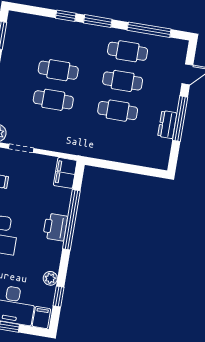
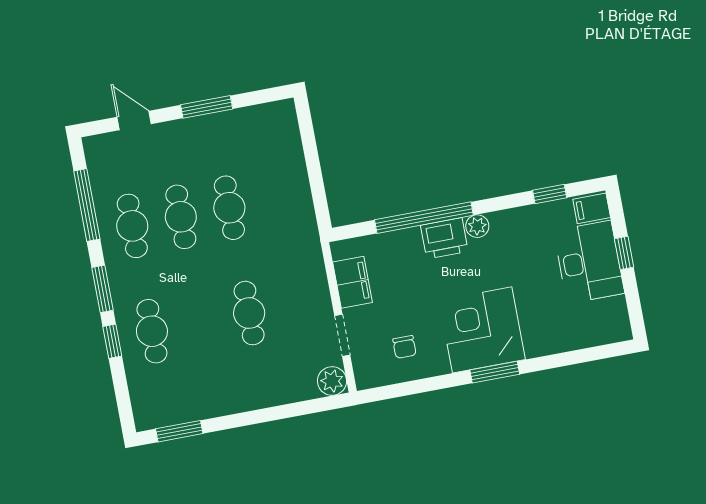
cafe table: (58, 70) -> (152, 331), moved
window: (180, 119) -> (207, 107), width x0.69
dresser: (167, 125) -> (223, 123), removed
filing cabinet: (65, 173) -> (353, 282), moved, turned -90
plant: (50, 278) -> (477, 226), moved

